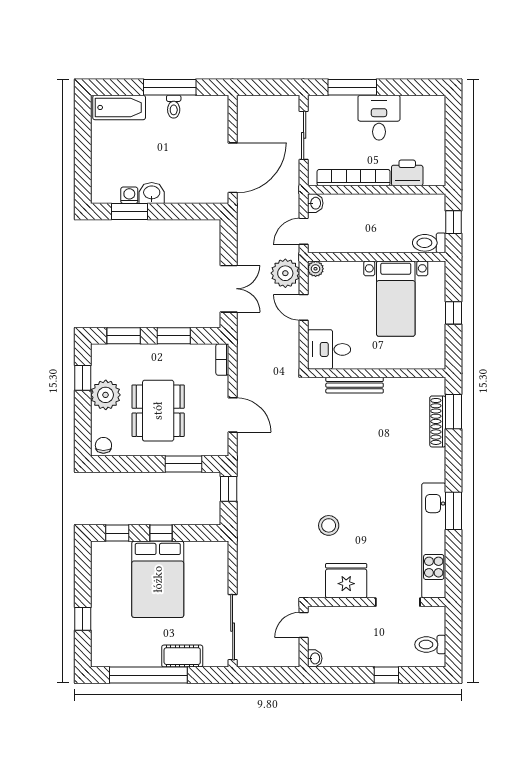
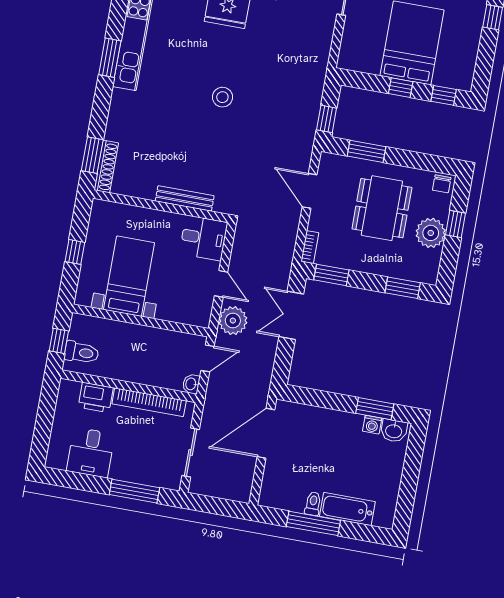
bathtub: (119, 107) -> (347, 509), moved
desk: (379, 118) -> (91, 452), moved
washbasin: (152, 193) -> (394, 431), moved
toilet: (429, 243) -> (82, 352), moved
plant: (316, 269) -> (202, 320), removed
window: (174, 336) -> (331, 275), moved
window: (83, 378) -> (455, 224), moved
shoe rack: (438, 421) -> (106, 167), moved
stool: (329, 525) -> (222, 97), moved

